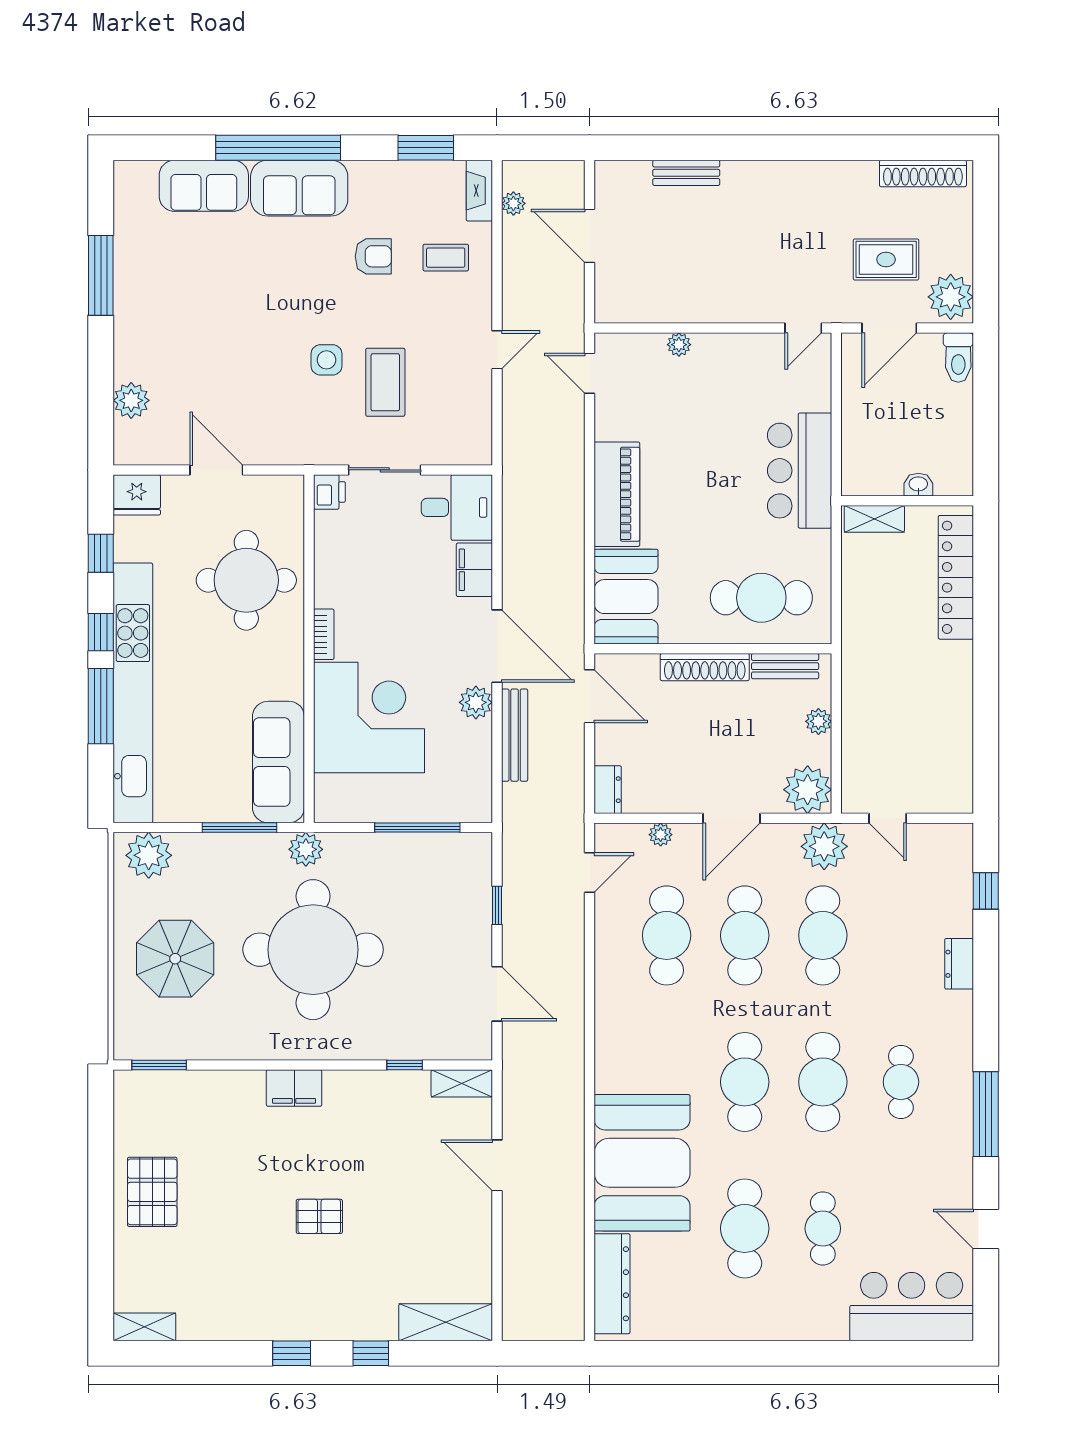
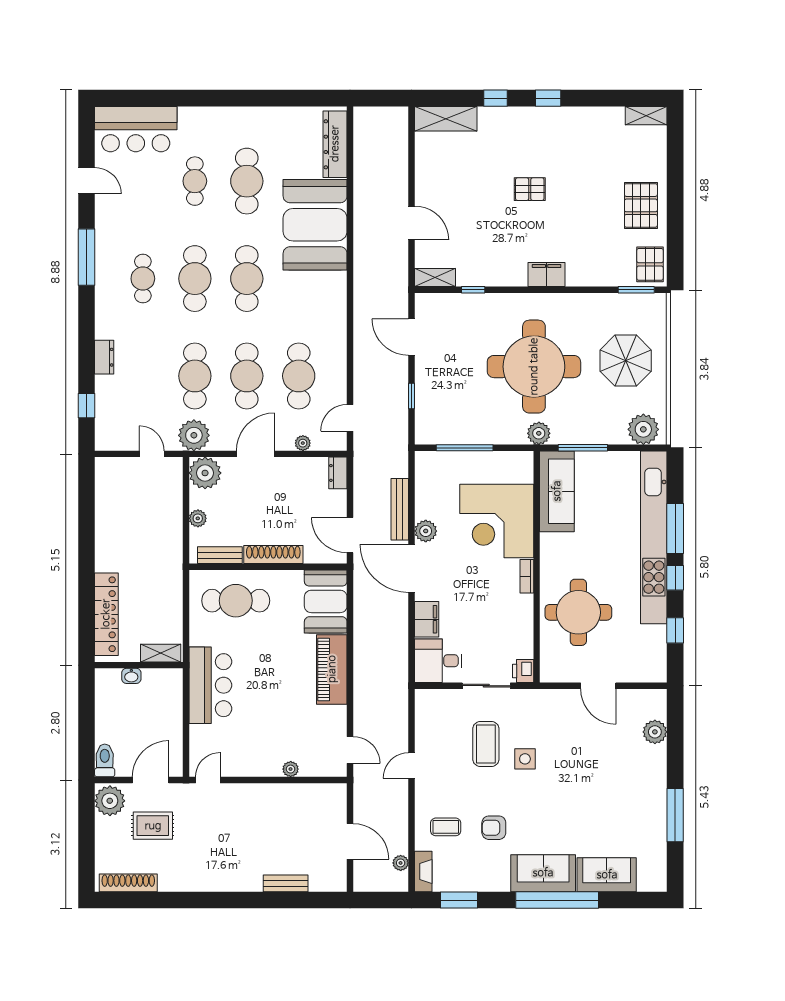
fridge: (137, 495) -> (651, 669), removed
pallet: (139, 1103) -> (650, 264), added

